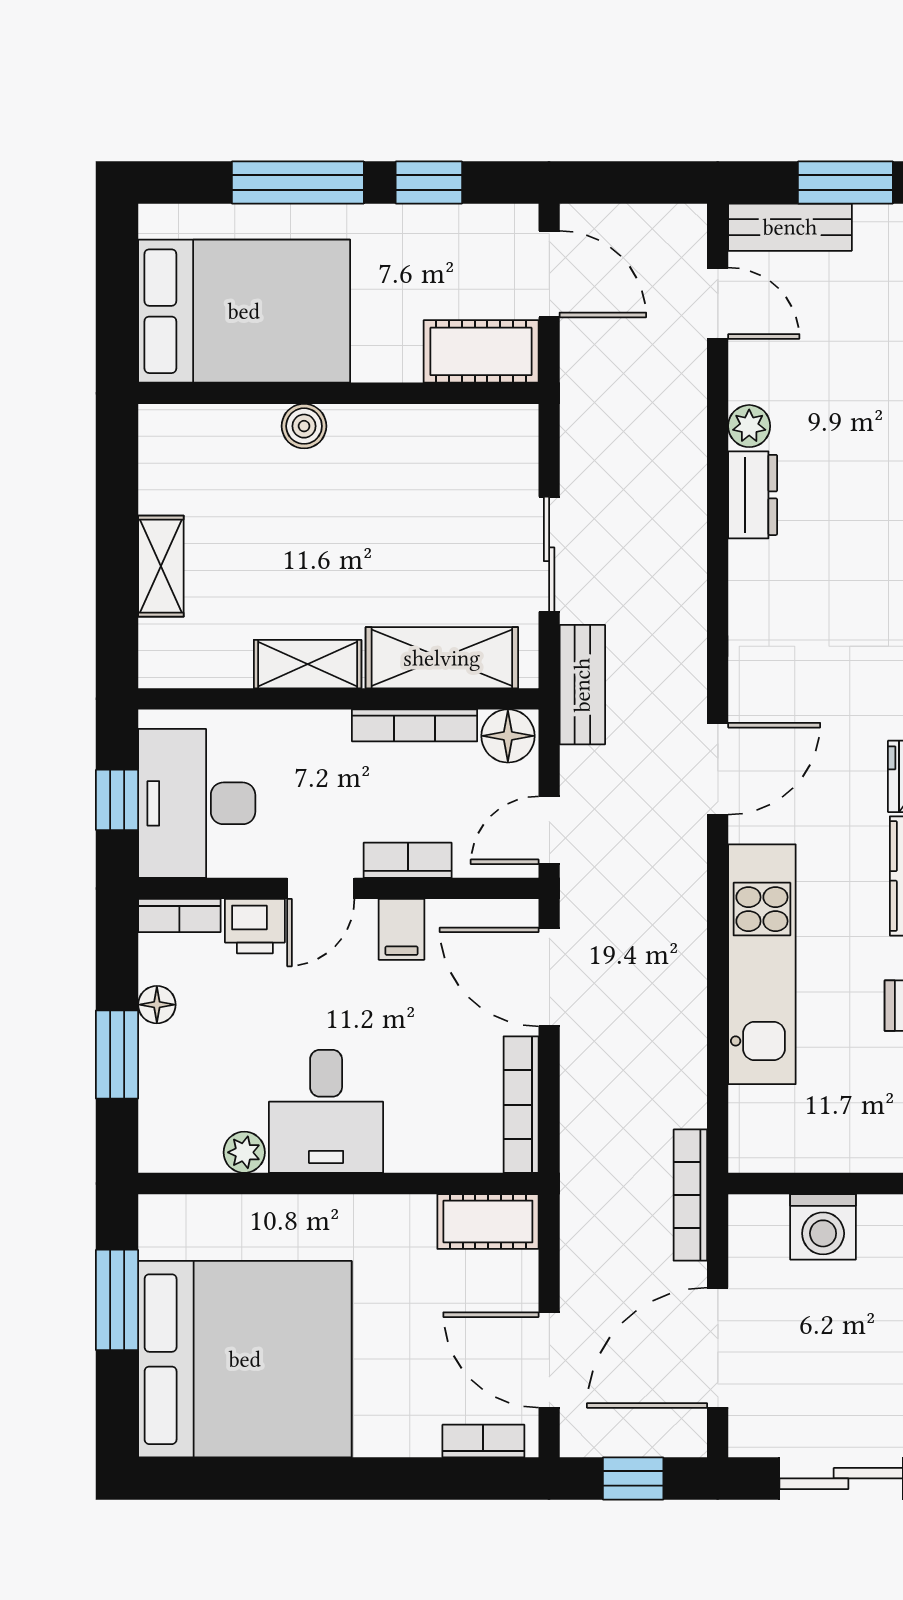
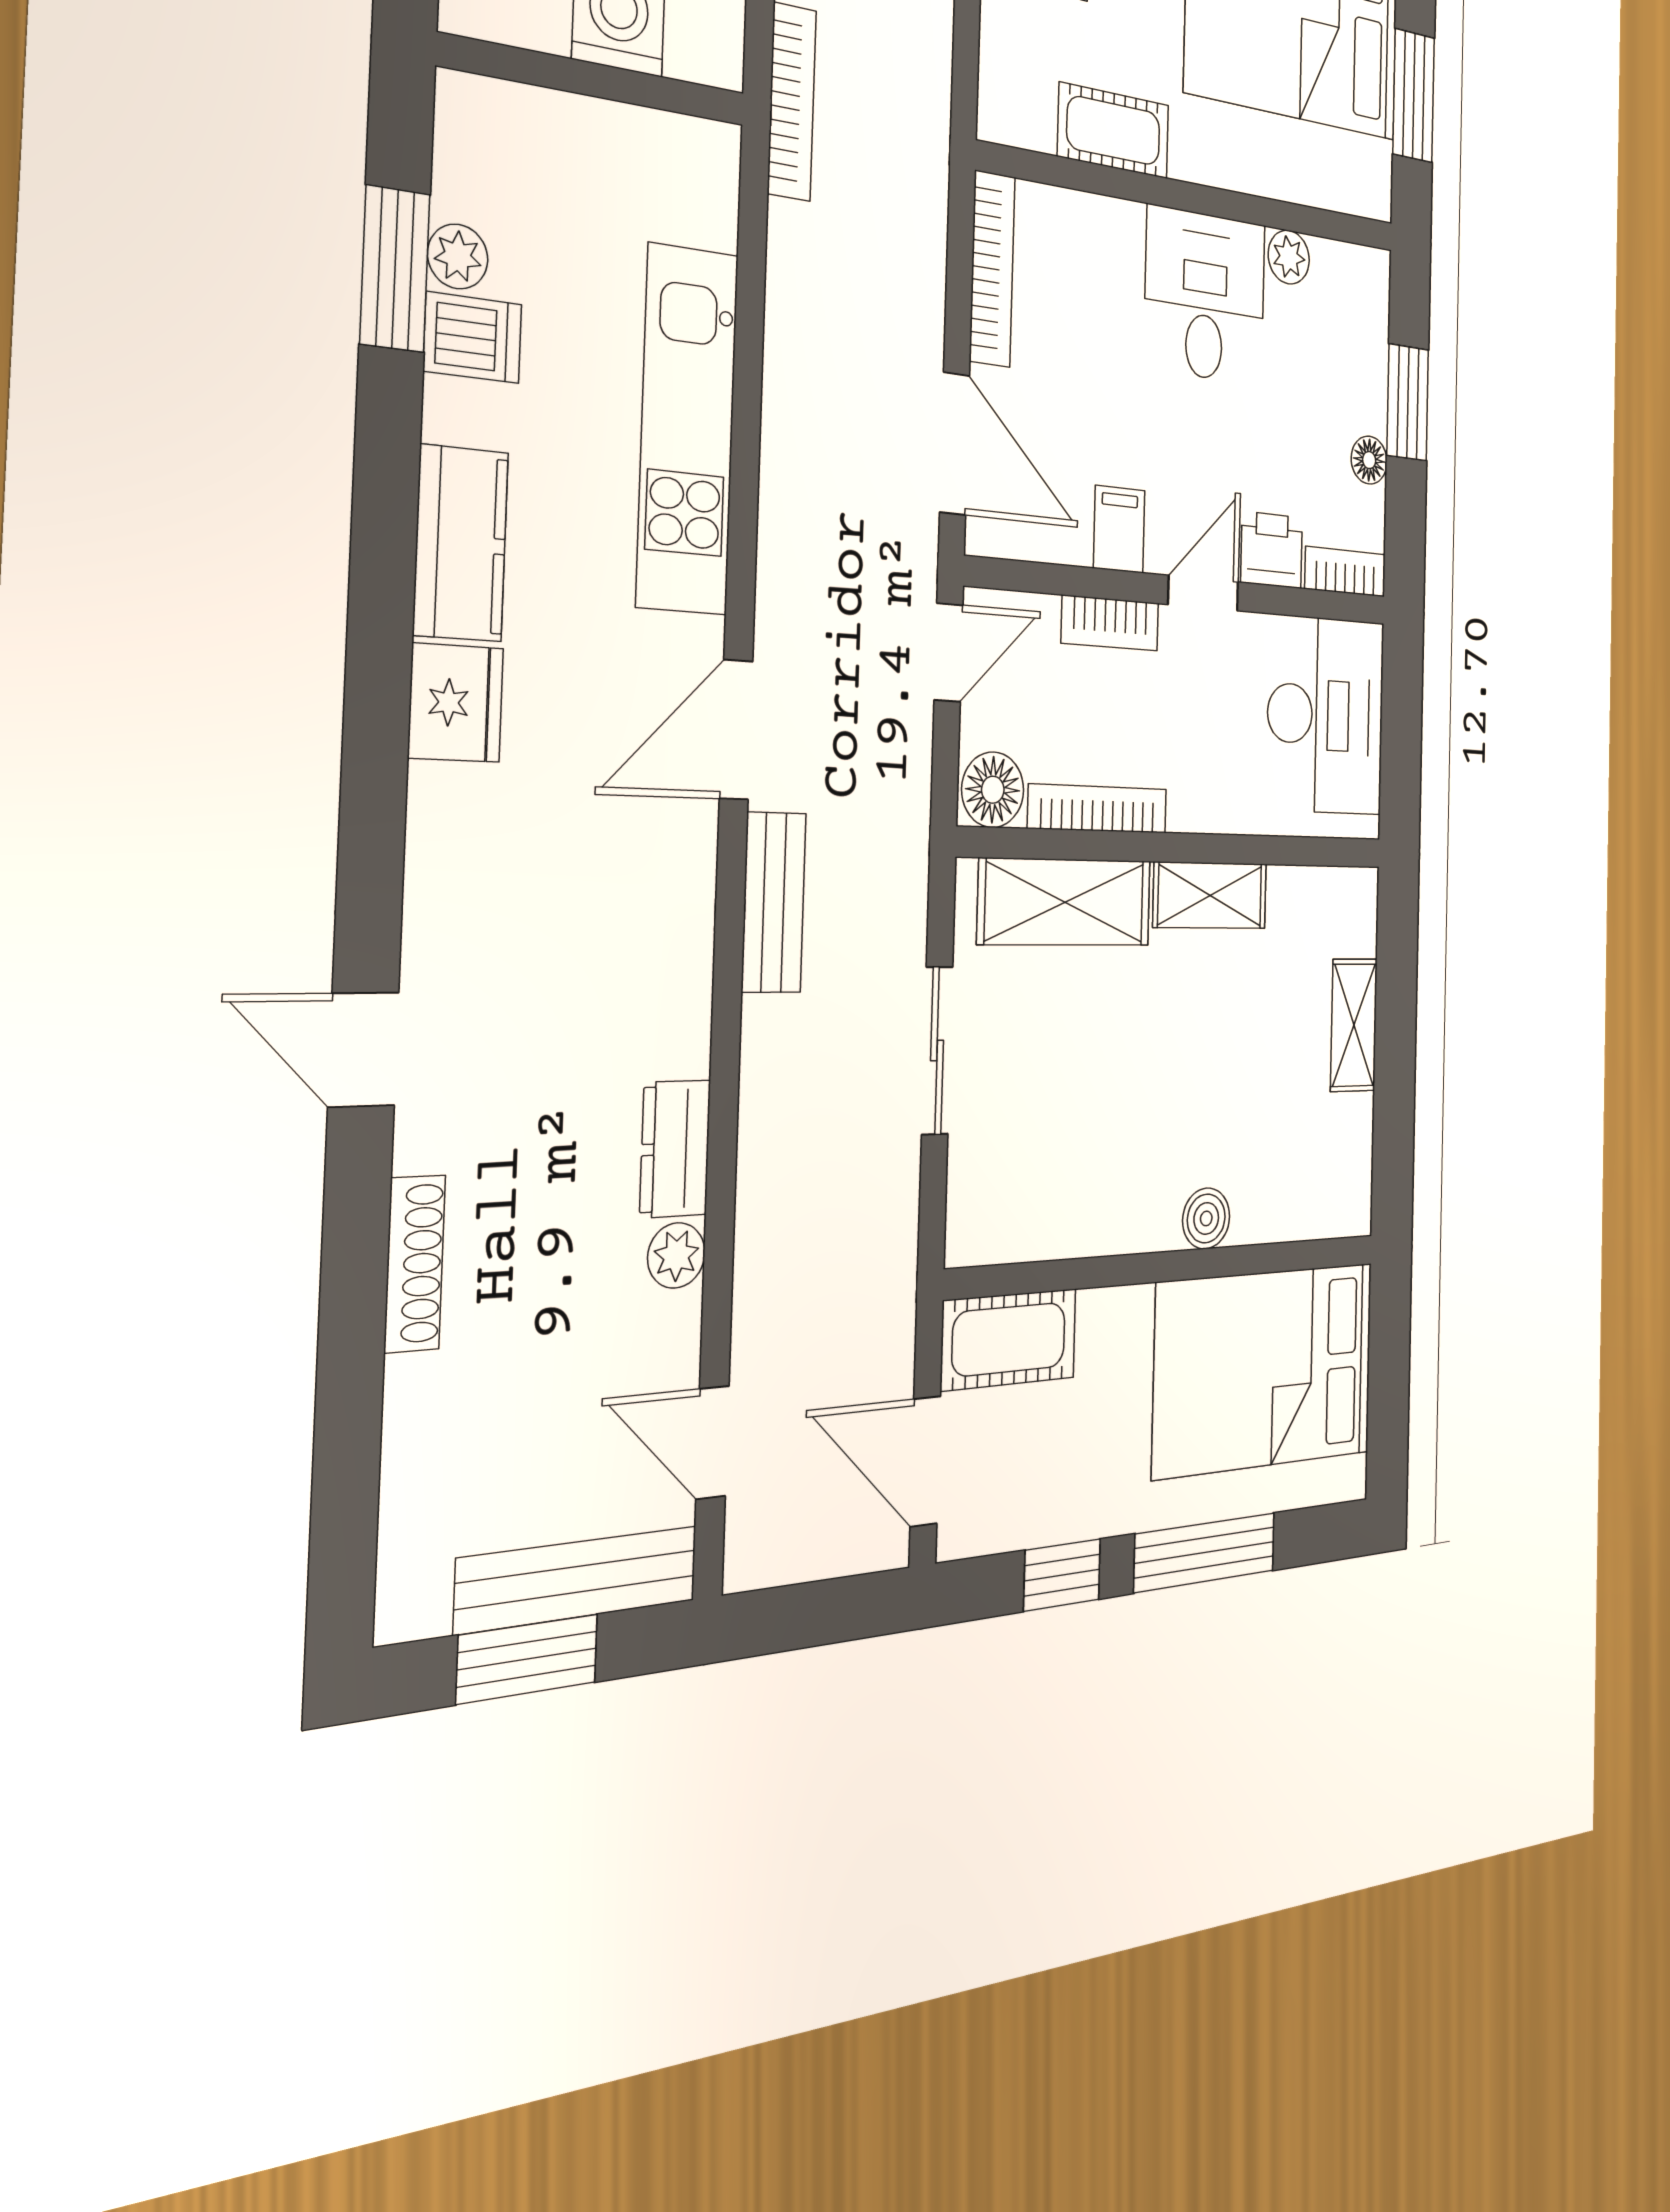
bench: (790, 227) -> (577, 1579), width x1.36
bench: (582, 685) -> (774, 902), moved
window: (117, 800) -> (1401, 725), removed
cot: (488, 1221) -> (1113, 131), moved

